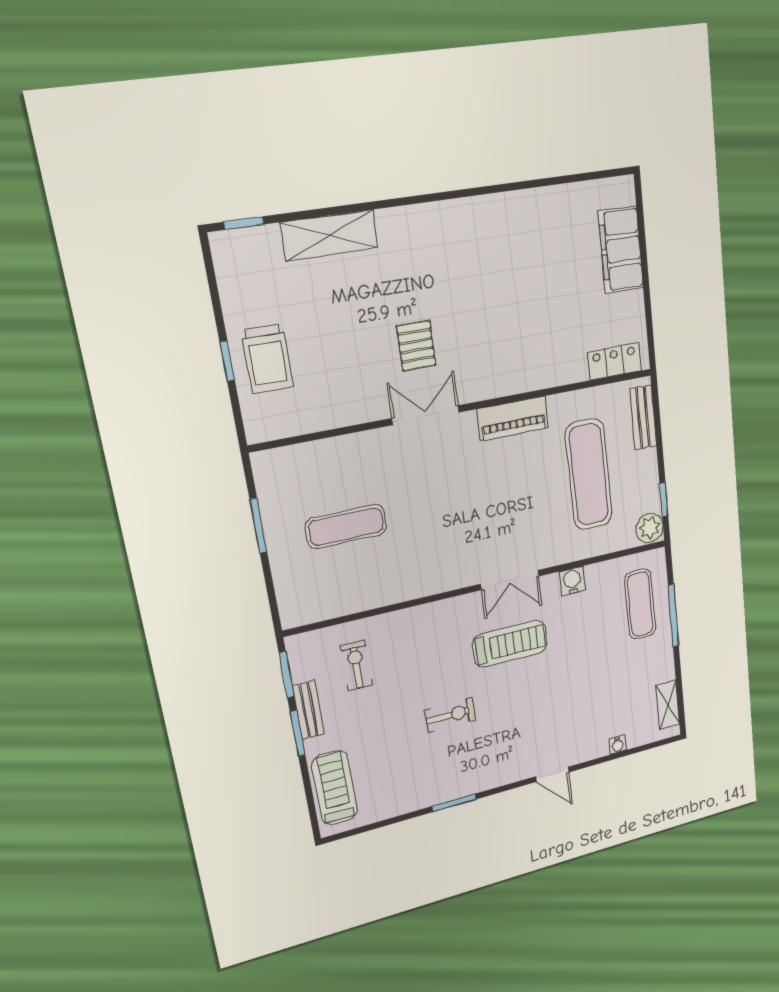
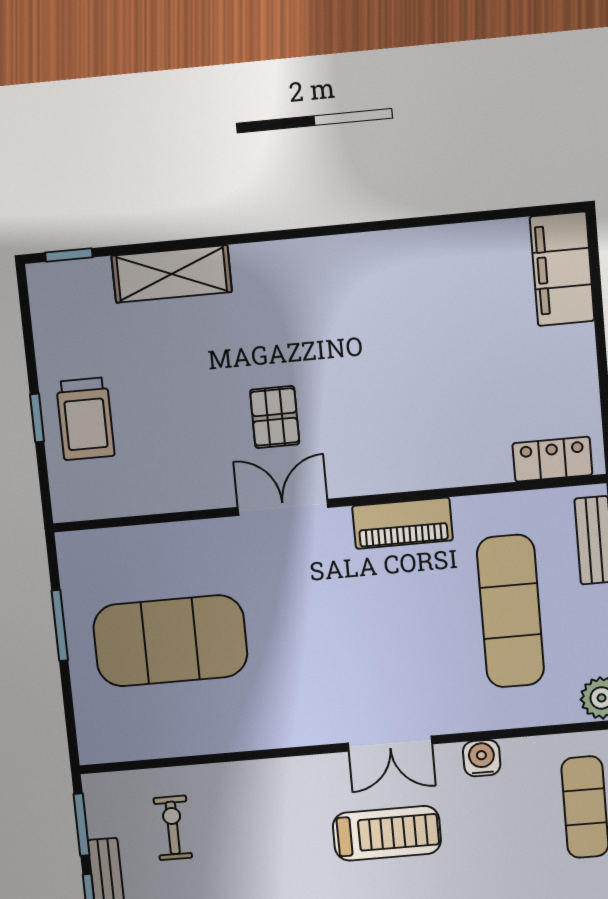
filing cabinet: (621, 250) -> (562, 269), moved
exercise mat: (346, 527) -> (170, 641), width x2.00, depth x1.45

